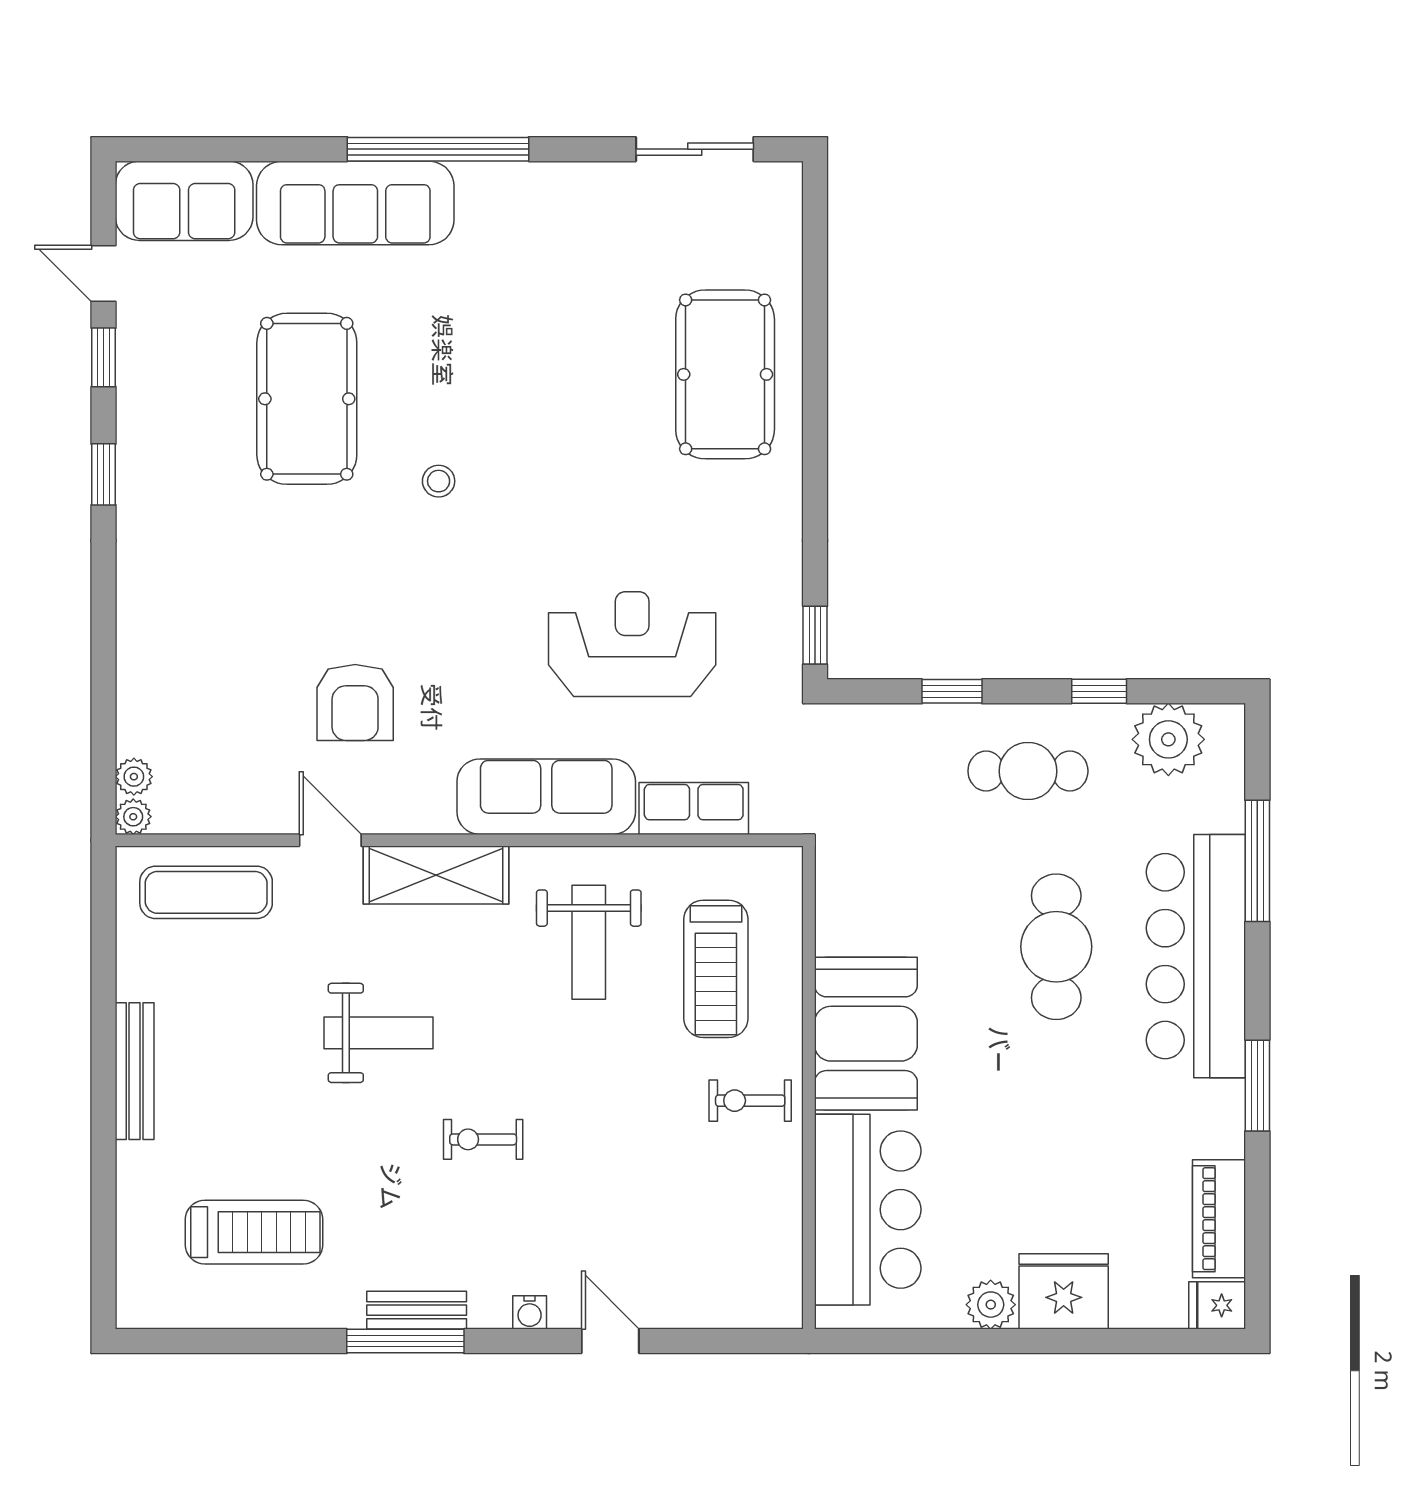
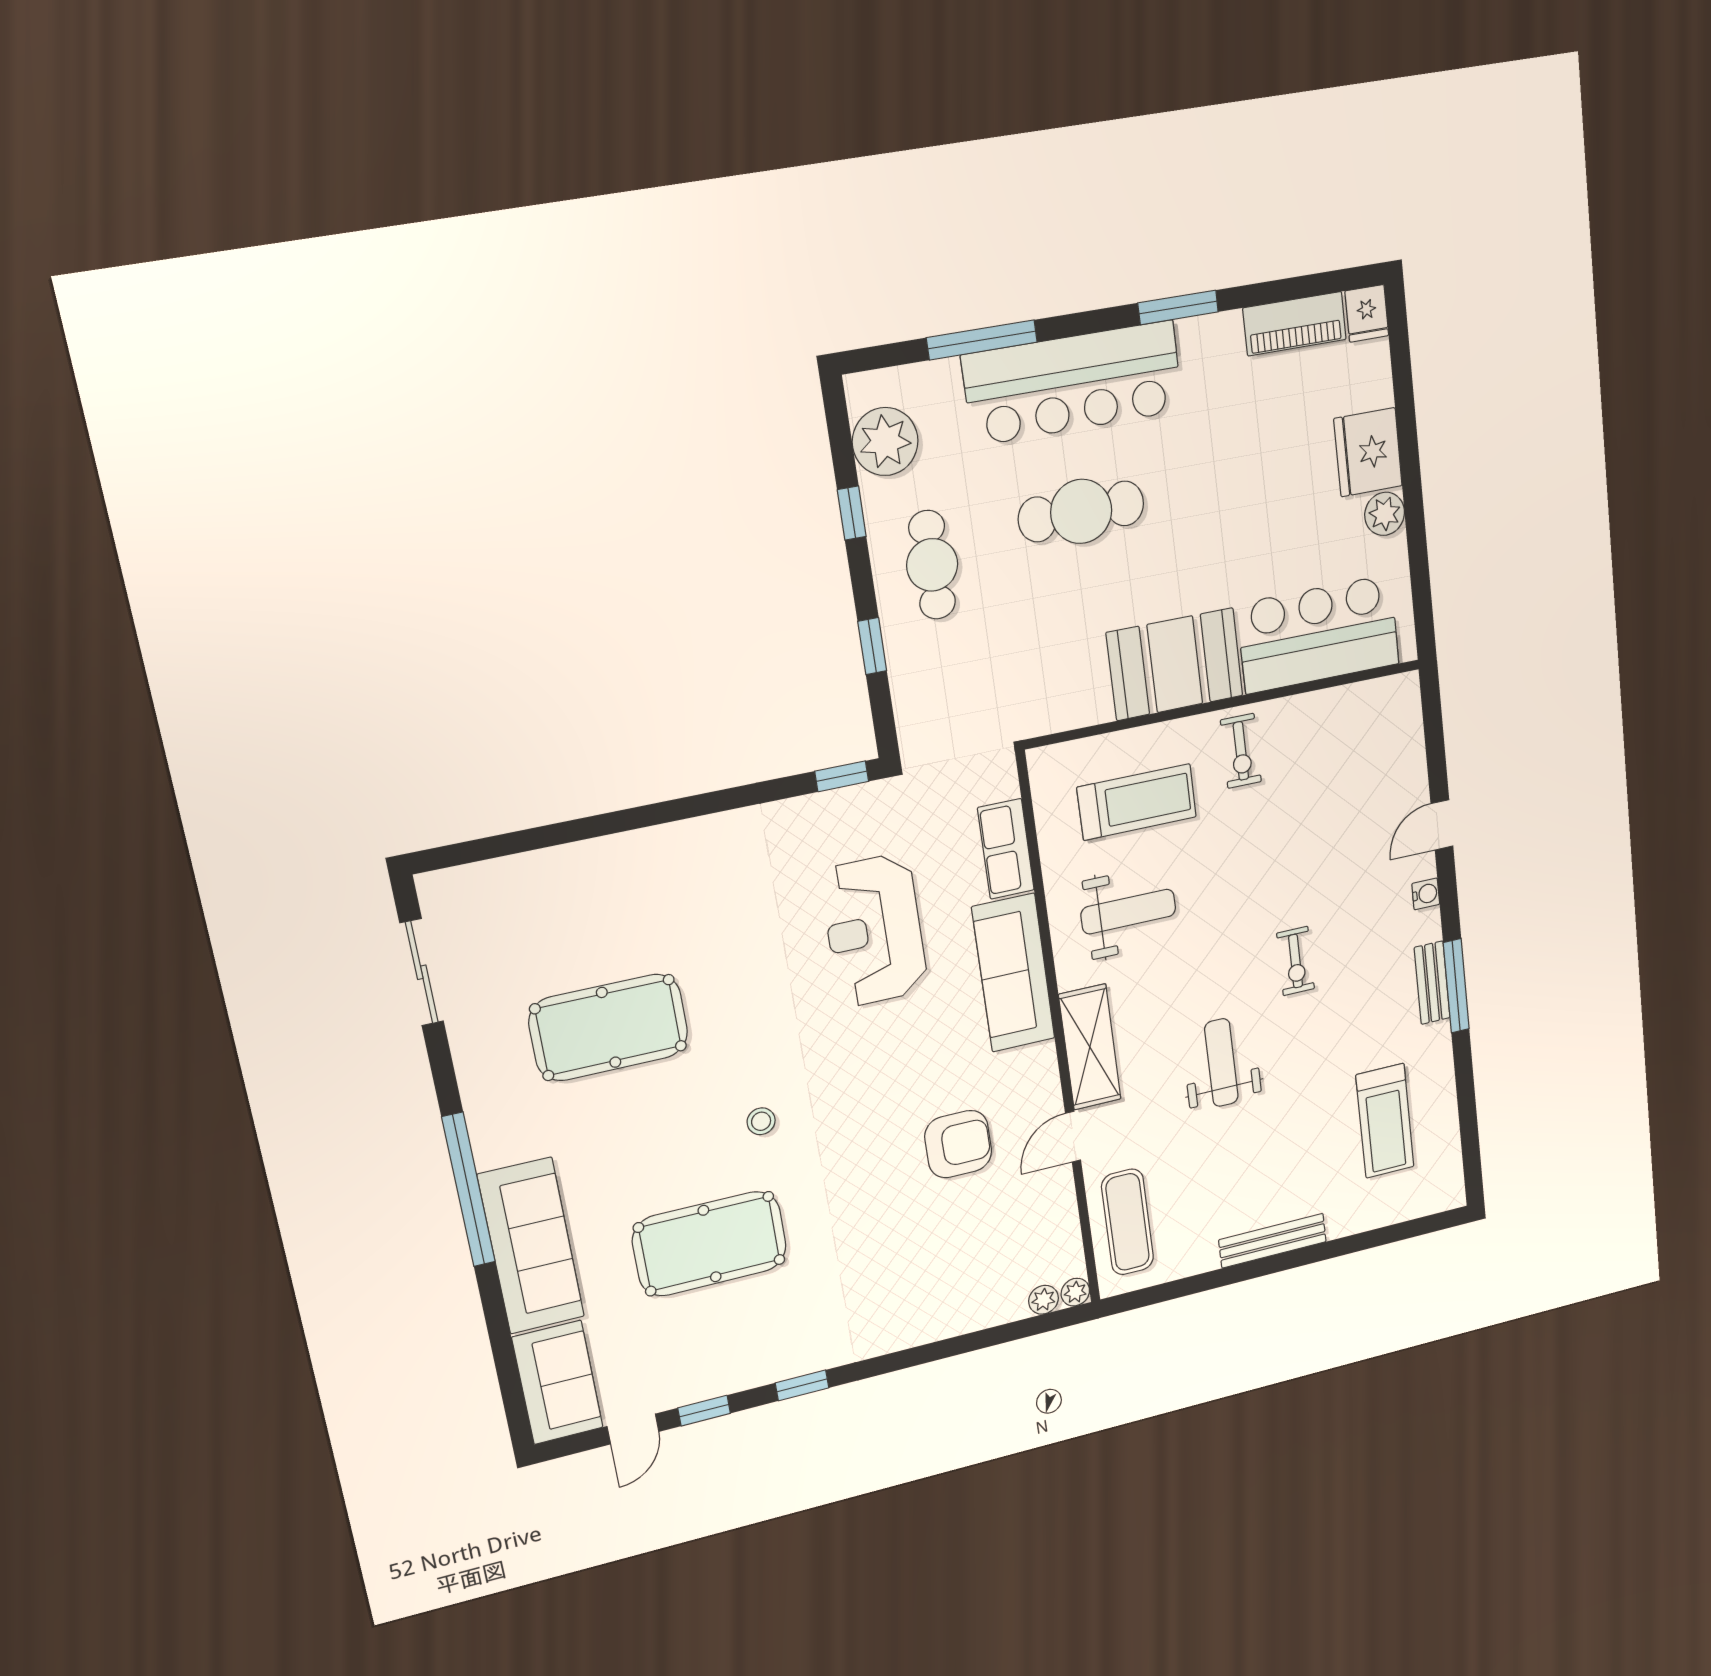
pool table: (725, 374) -> (609, 1027), moved
treadmill: (254, 1232) -> (1385, 1121), turned 180

